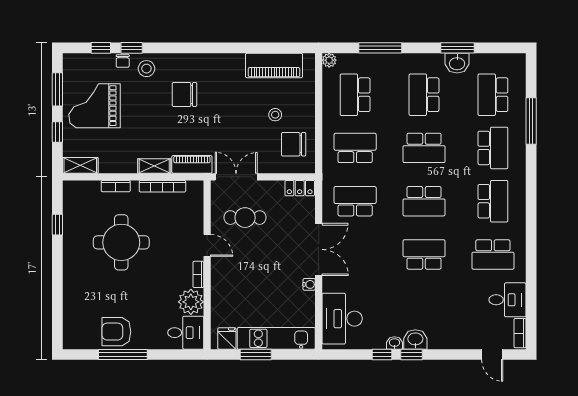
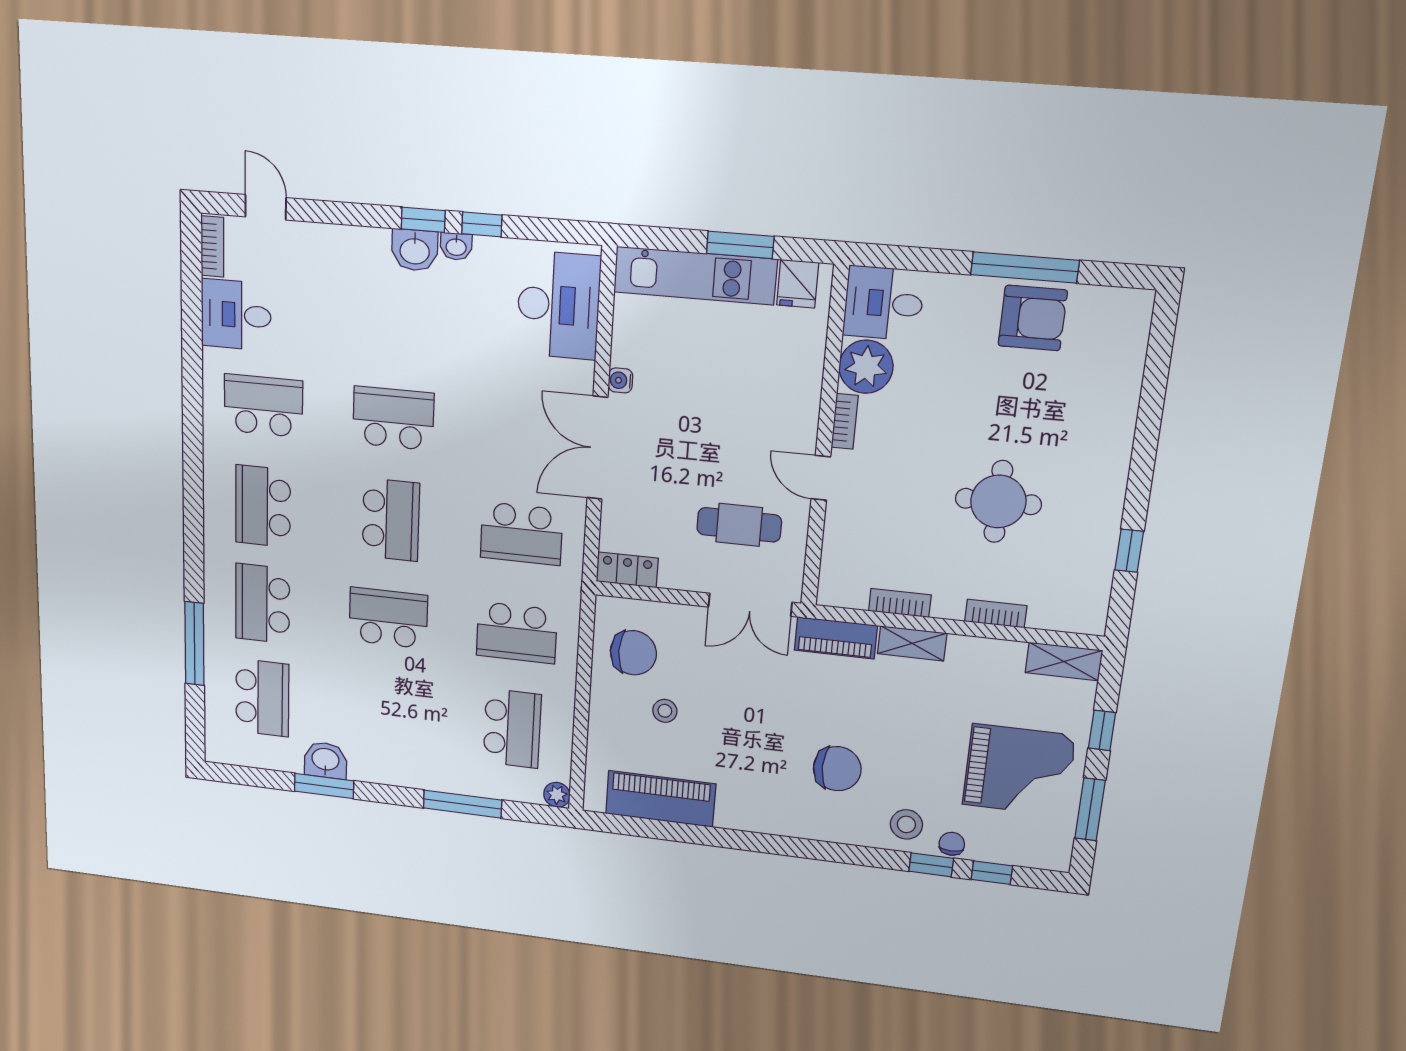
school desk: (424, 95) -> (386, 713), removed
bookcase: (162, 186) -> (900, 603), width x0.64
school desk: (424, 201) -> (391, 520), turned 90
round table: (121, 242) -> (998, 502), width x0.73, depth x0.73
school desk: (424, 254) -> (393, 418), turned 180

